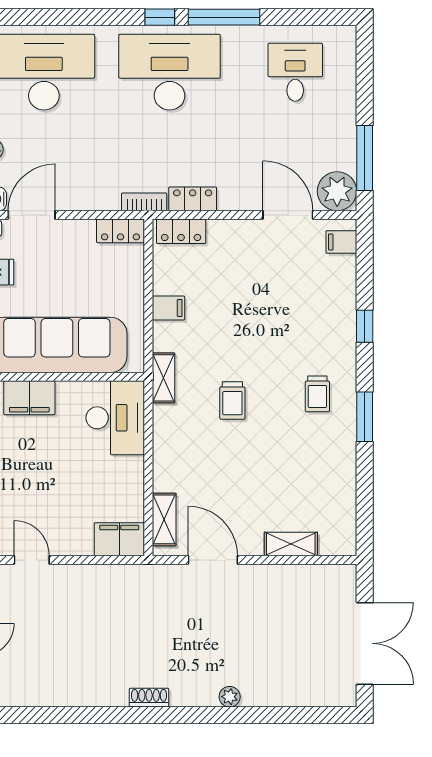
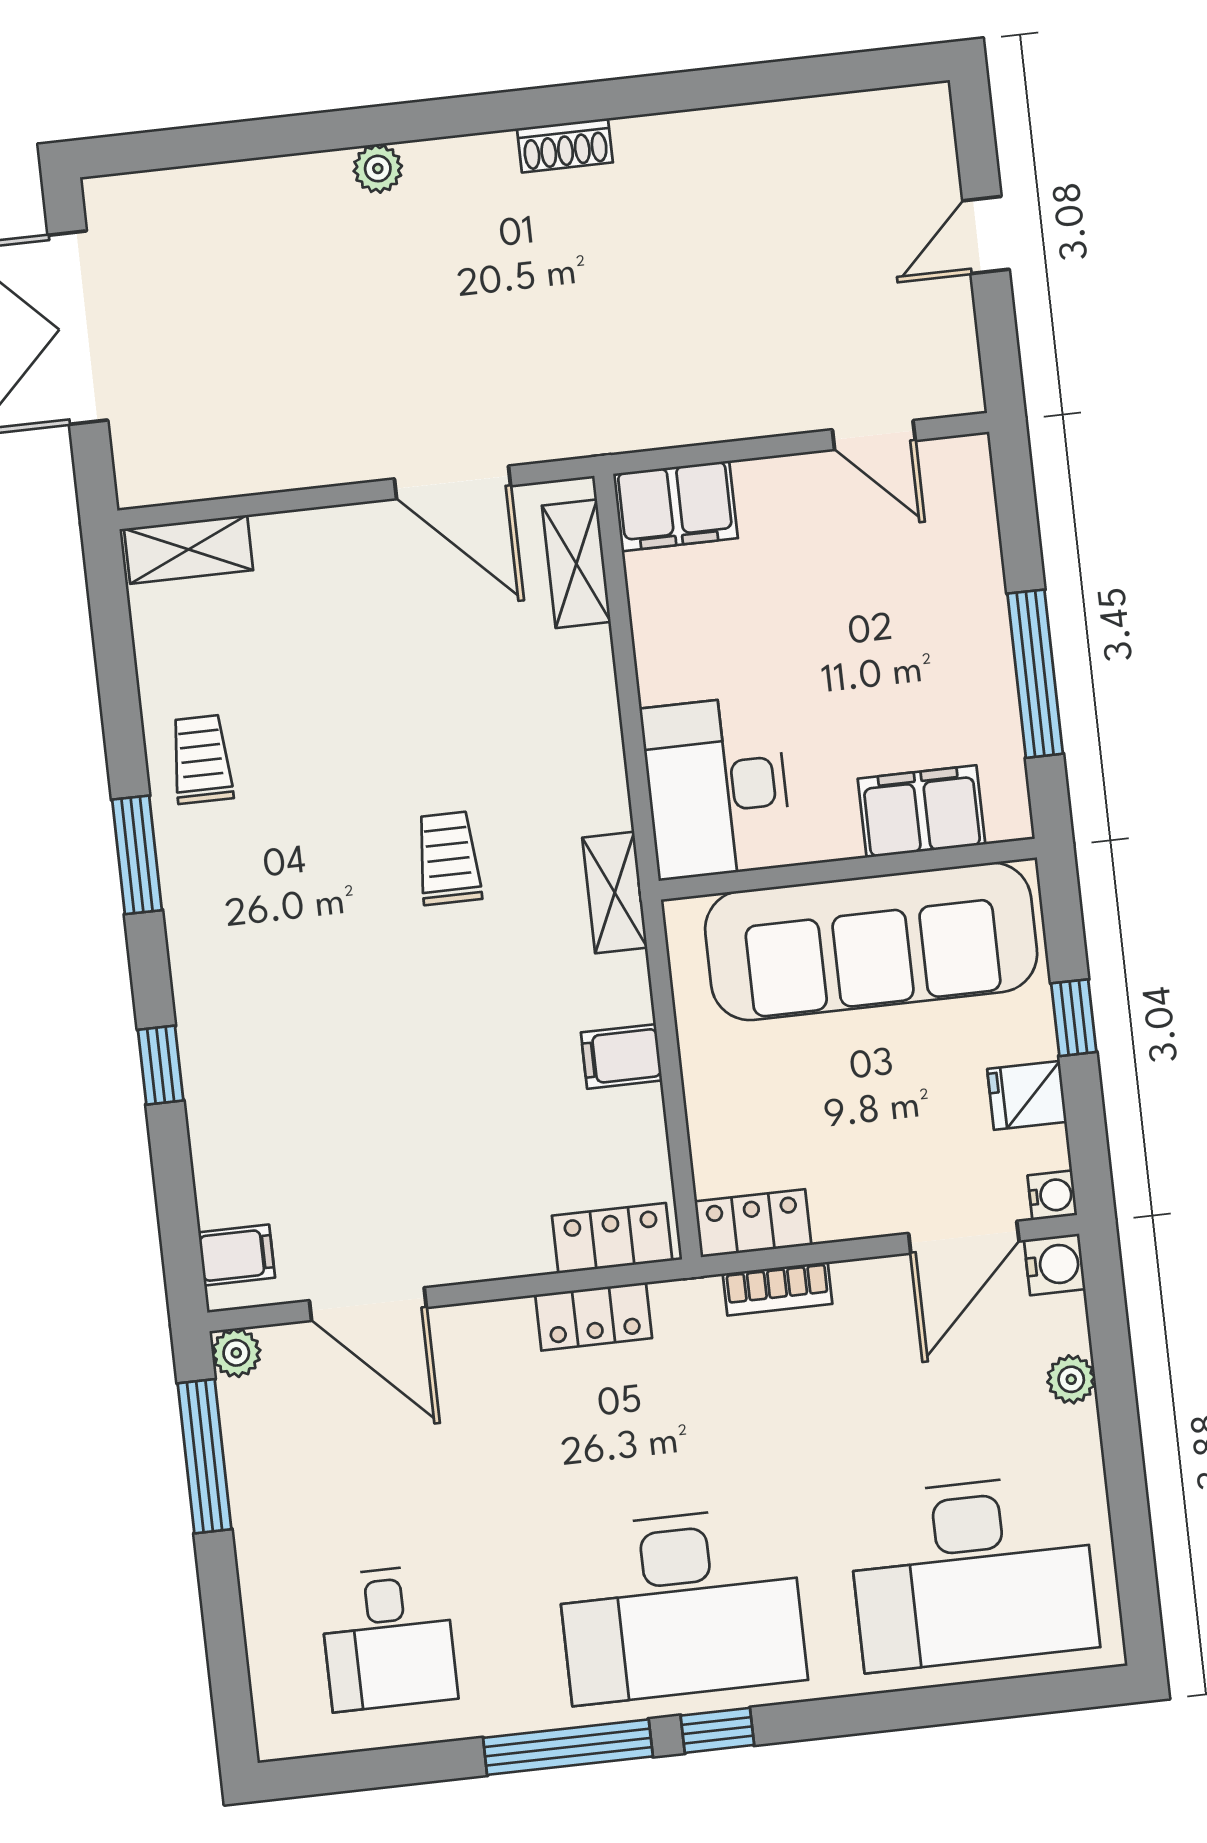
plant: (337, 191) -> (236, 1353), width x0.53, depth x0.53
bookcase: (144, 202) -> (778, 1289), moved
trolley: (317, 394) -> (201, 759), moved
shelving: (291, 544) -> (189, 549), moved

